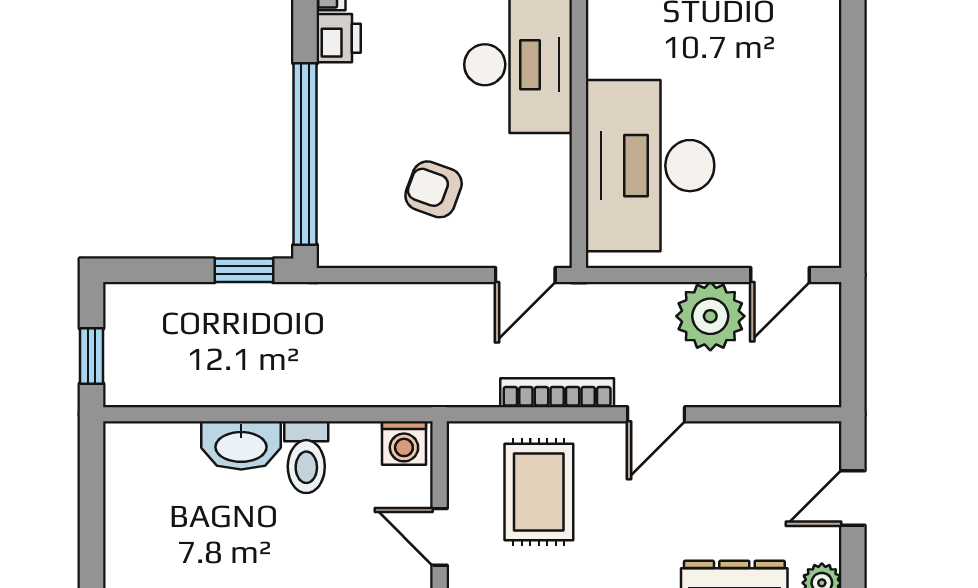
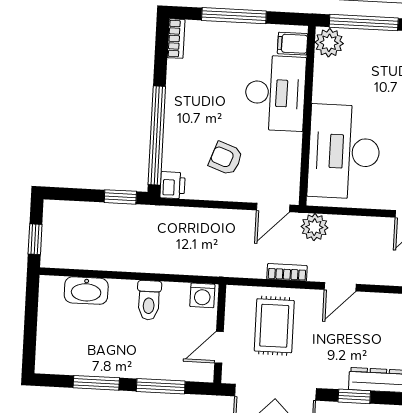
printer: (339, 38) -> (173, 185), moved
plant: (710, 316) -> (314, 227), moved, width x0.73, depth x0.73
bookcase: (557, 393) -> (287, 272), width x0.64
washbasin: (241, 445) -> (86, 291), moved
door: (440, 537) -> (219, 347), hinge flipped

